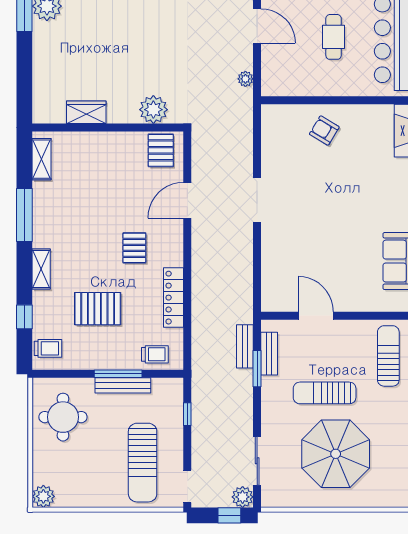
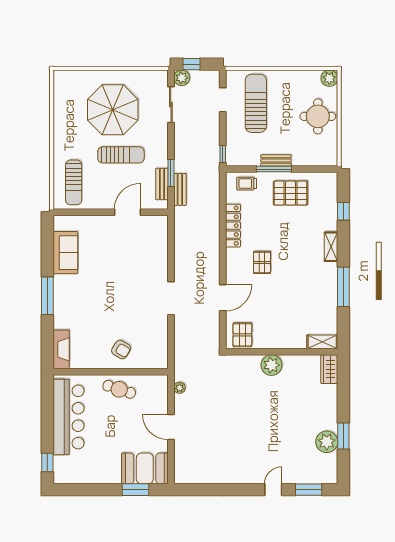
cafe table: (334, 37) -> (119, 389), moved, turned -72
plant: (153, 110) -> (272, 365), moved
wardrobe: (86, 112) -> (329, 369), moved, turned 90
shelving: (41, 159) -> (322, 342), moved, turned 90
pallet: (98, 309) -> (290, 193), moved
door: (316, 316) -> (127, 212), swing flipped
trolley: (48, 348) -> (326, 188), removed
bench: (123, 385) -> (276, 160), width x0.73
window: (187, 414) -> (223, 154), moved
round table: (63, 417) -> (318, 116), moved
doorway: (187, 486) -> (223, 100), moved

